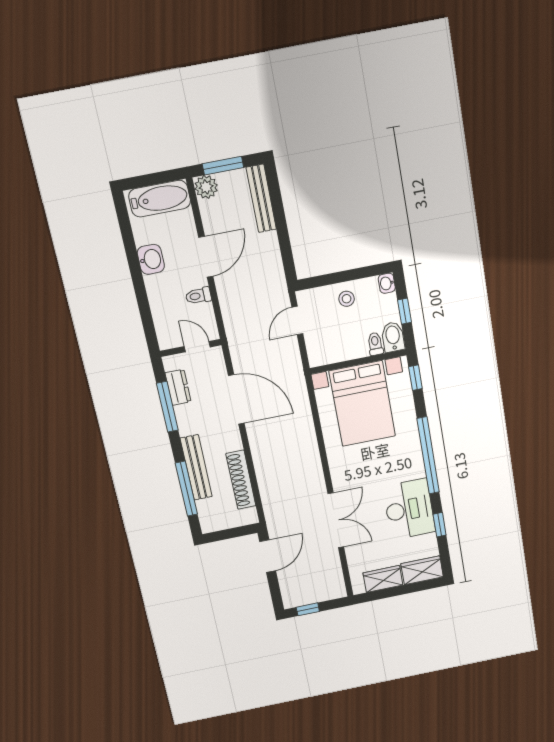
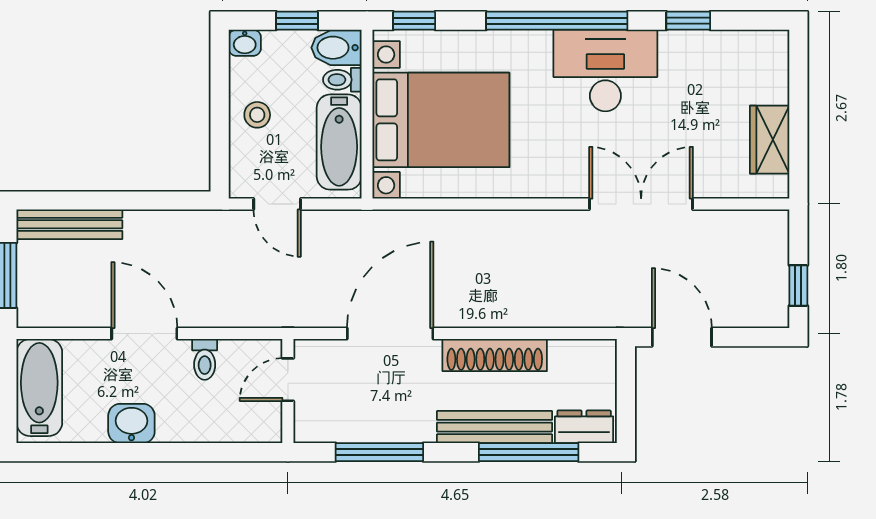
plant: (206, 187) -> (35, 309), removed
bathtub: (340, 349) -> (339, 142), added
dresser: (178, 387) -> (584, 427), moved
shoe rack: (241, 480) -> (495, 355), moved
desk: (409, 509) -> (605, 71), moved
wardrobe: (422, 570) -> (768, 66), removed

